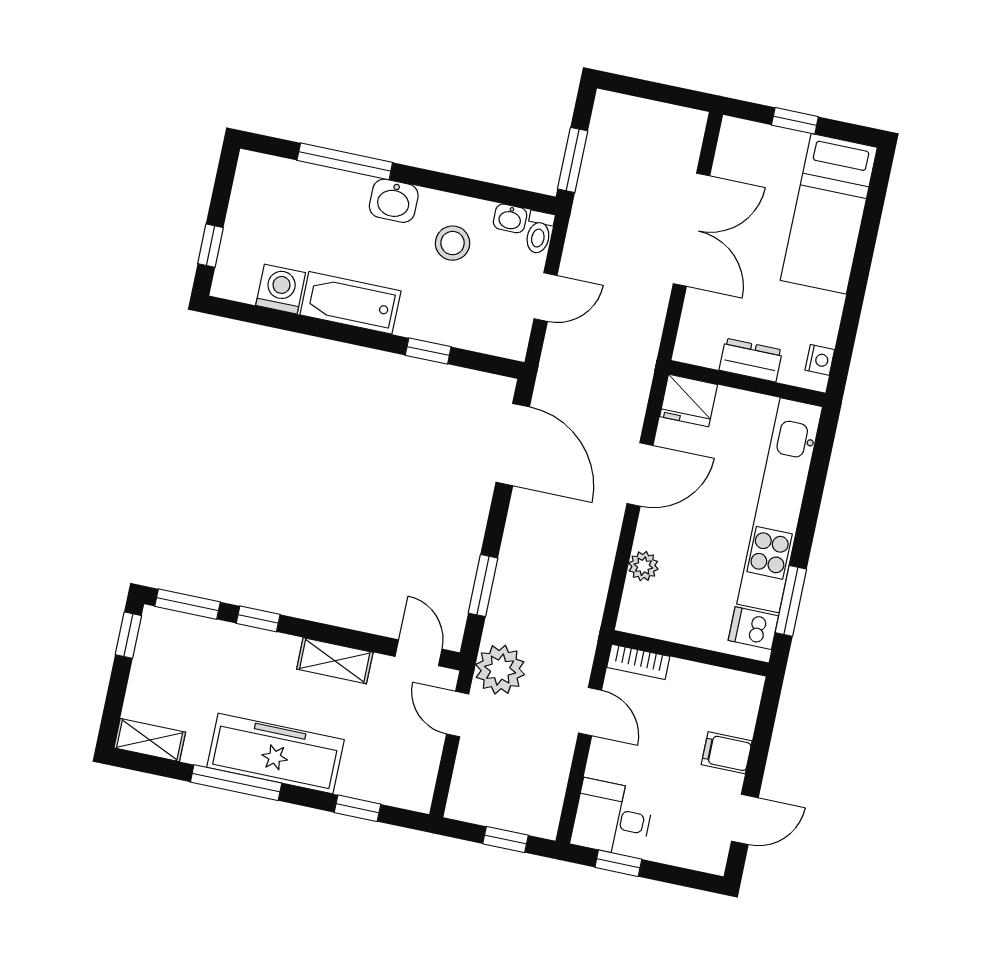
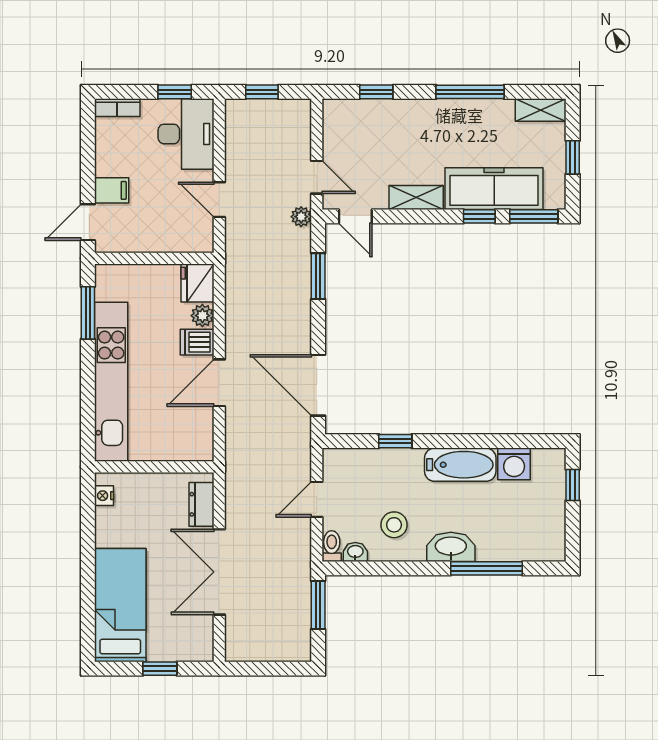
washbasin: (394, 201) -> (451, 547), width x1.38
dresser: (751, 360) -> (201, 504), moved, turned 90
fridge: (689, 401) -> (197, 283), moved, turned -90
dishwasher: (753, 628) -> (197, 342), moved, turned 180
window: (128, 635) -> (573, 157), moved
bookcase: (638, 662) -> (117, 108), moved, turned 180
plant: (500, 670) -> (301, 217), width x0.53, depth x0.53
freezer: (275, 754) -> (494, 189), moved, turned 180
desk: (612, 818) -> (186, 134), width x1.37
door: (745, 819) -> (88, 222), moved

